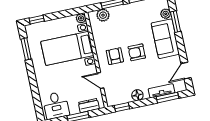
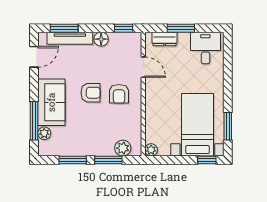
window: (176, 22) -> (34, 121), width x1.44
bed with nightstands: (67, 48) -> (197, 125), moved, turned -90
tv unit: (161, 91) -> (70, 38), width x1.41

